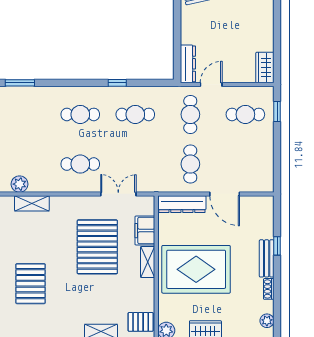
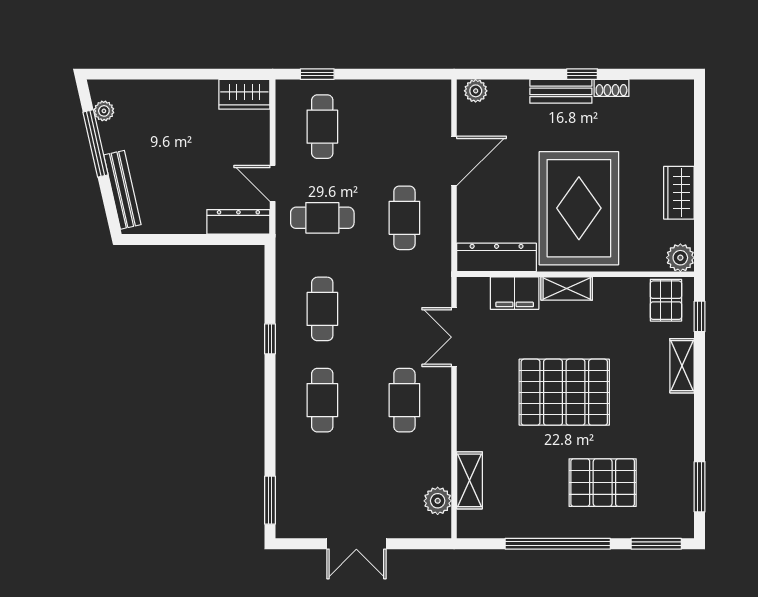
cafe table: (190, 164) -> (404, 218), turned 90
dresser: (182, 204) -> (497, 257), moved, turned -90
window: (277, 246) -> (582, 74), moved
pallet: (97, 247) -> (564, 392), moved
plant: (267, 321) -> (476, 91), moved

